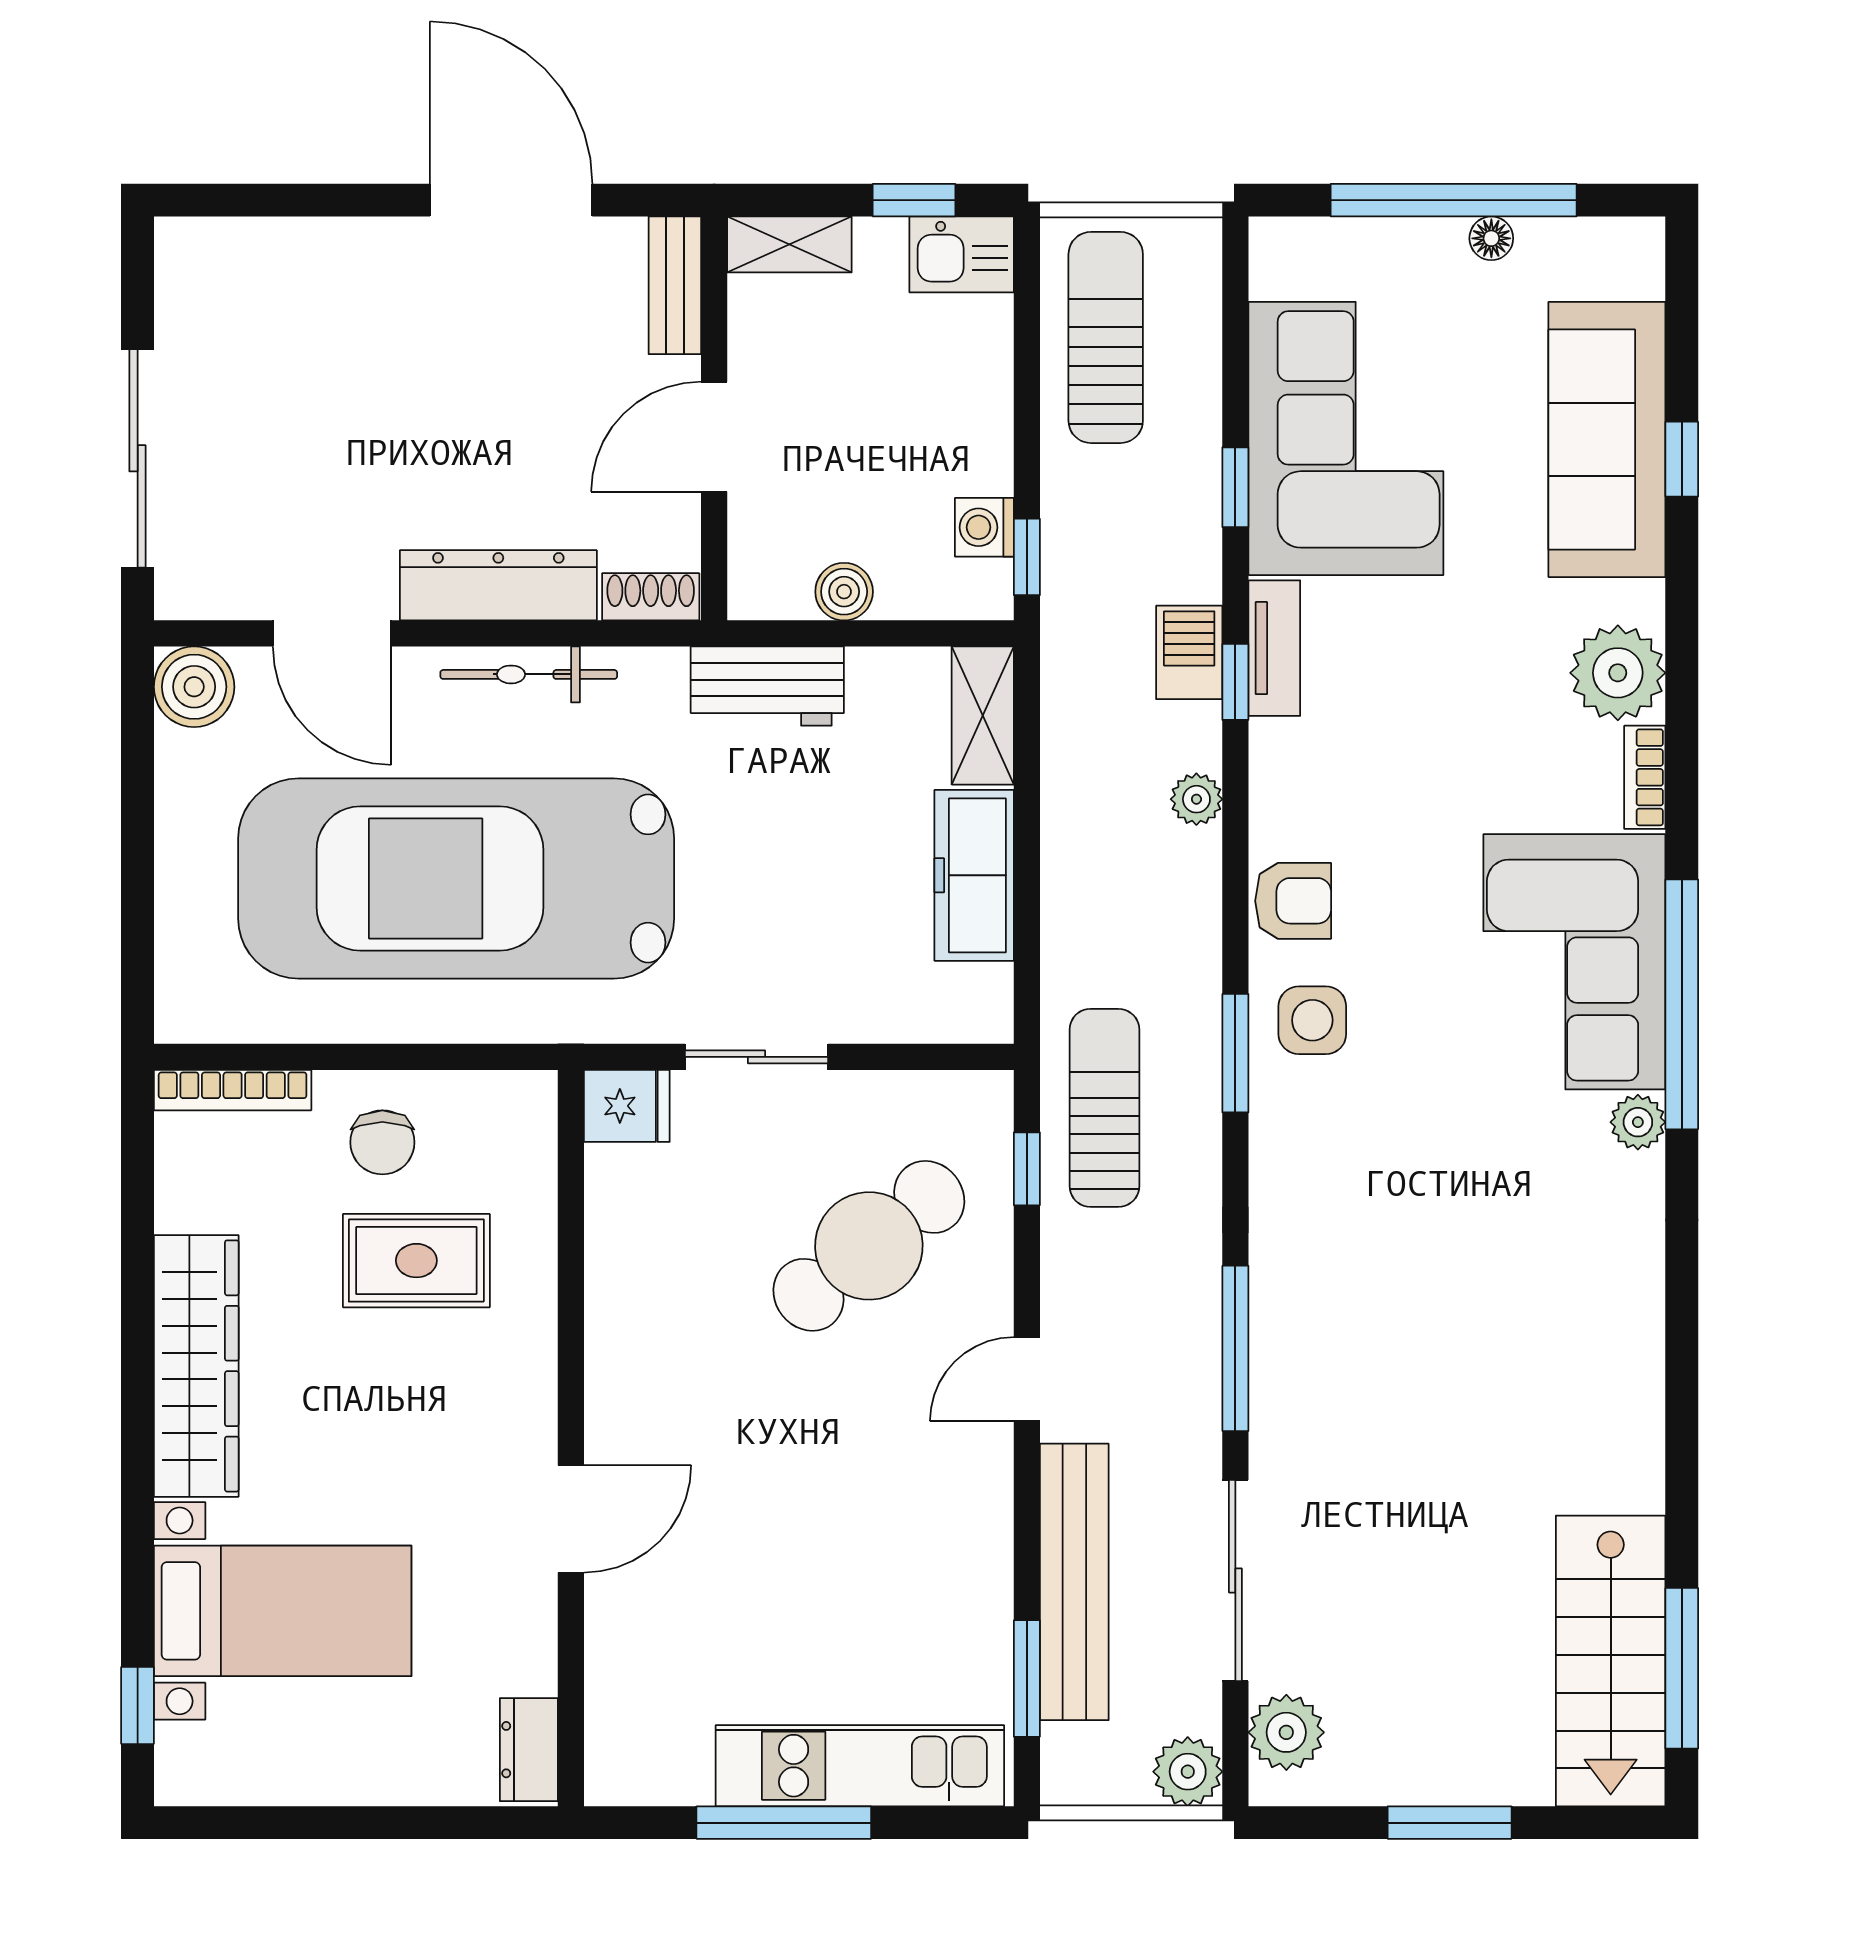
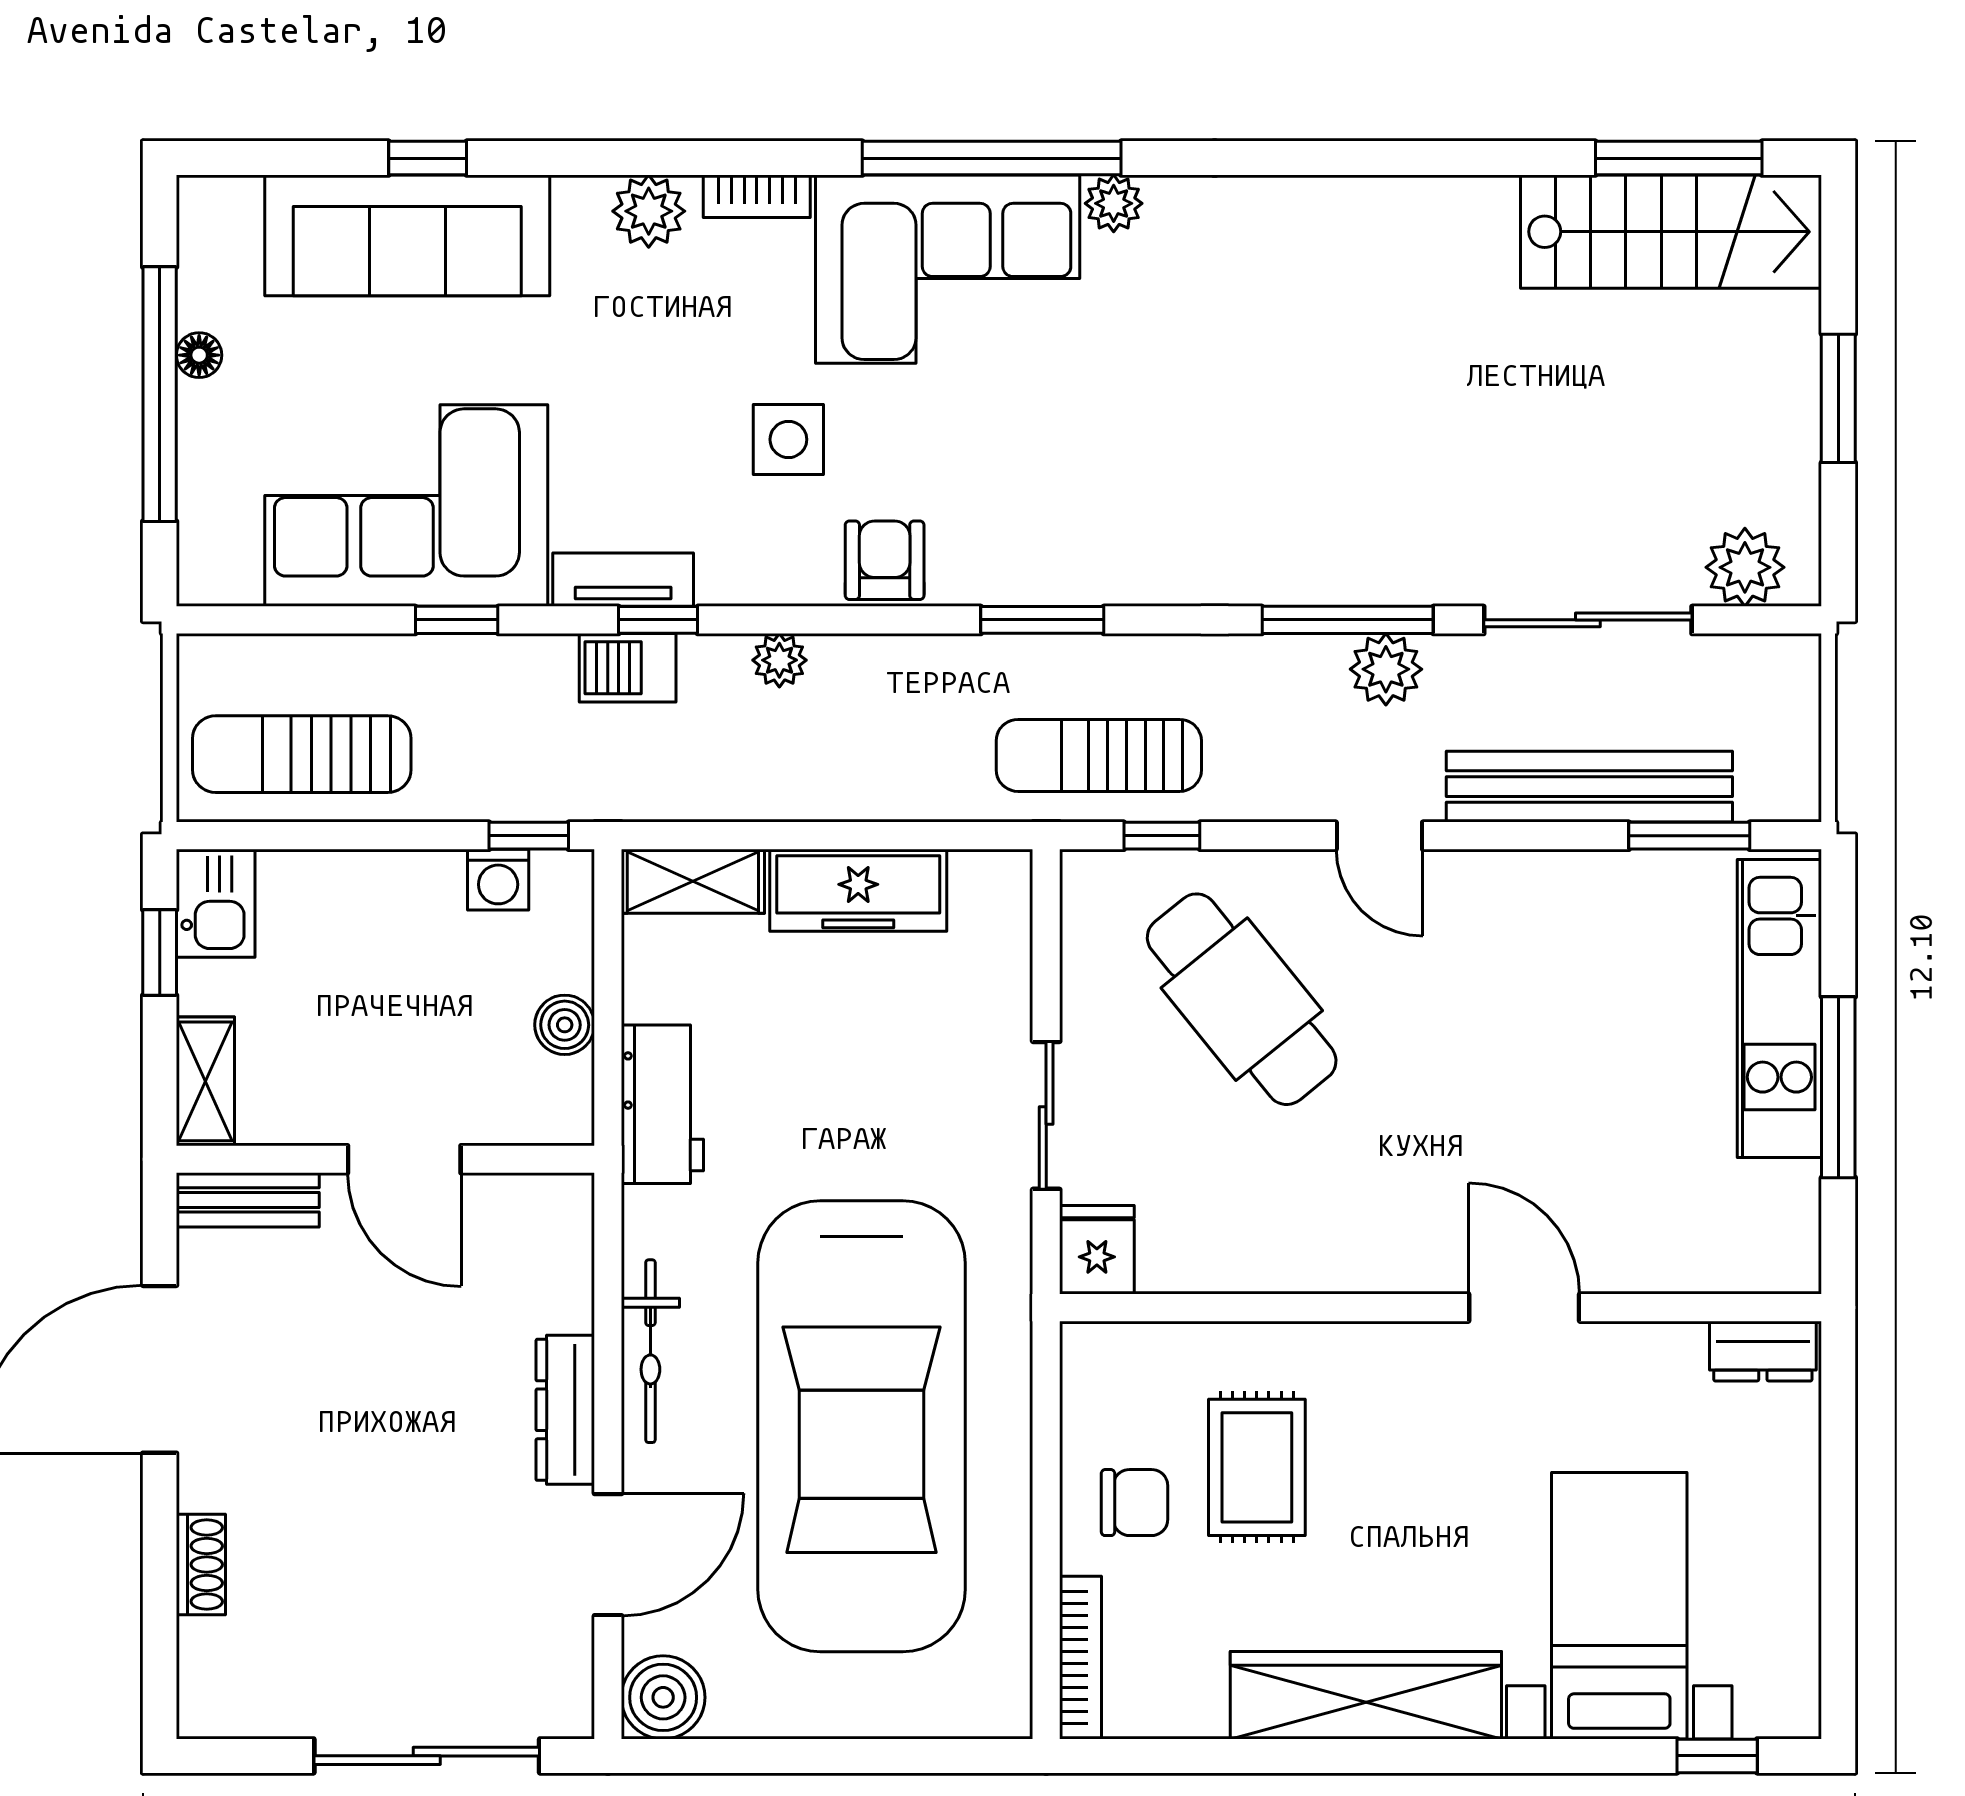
dresser: (498, 585) -> (565, 1410), width x0.73, depth x0.80
shoe rack: (651, 597) -> (201, 1564), moved, turned 180
plant: (1618, 673) -> (649, 211), width x0.73, depth x0.73
side table: (1312, 1020) -> (788, 439), moved
plant: (1188, 1772) -> (1386, 669), moved

